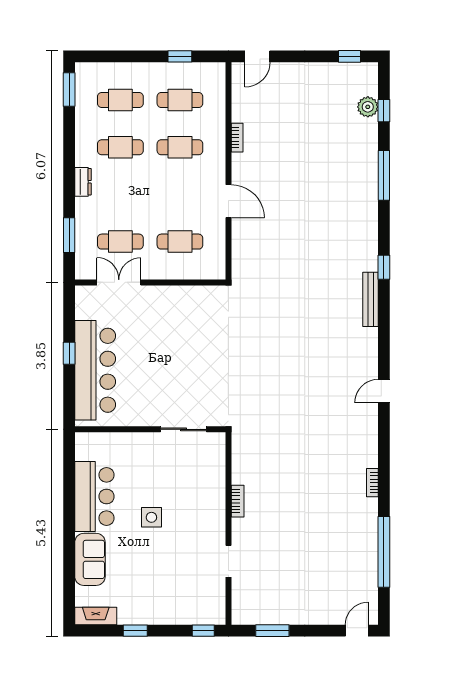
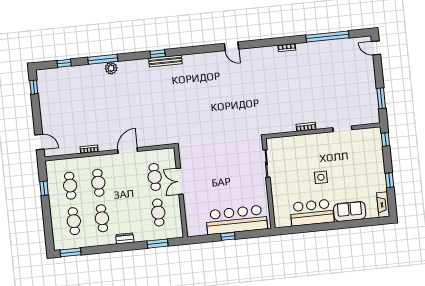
plant: (368, 107) -> (111, 68), moved
double door: (119, 282) -> (180, 181), moved
bench: (371, 299) -> (165, 61), moved

